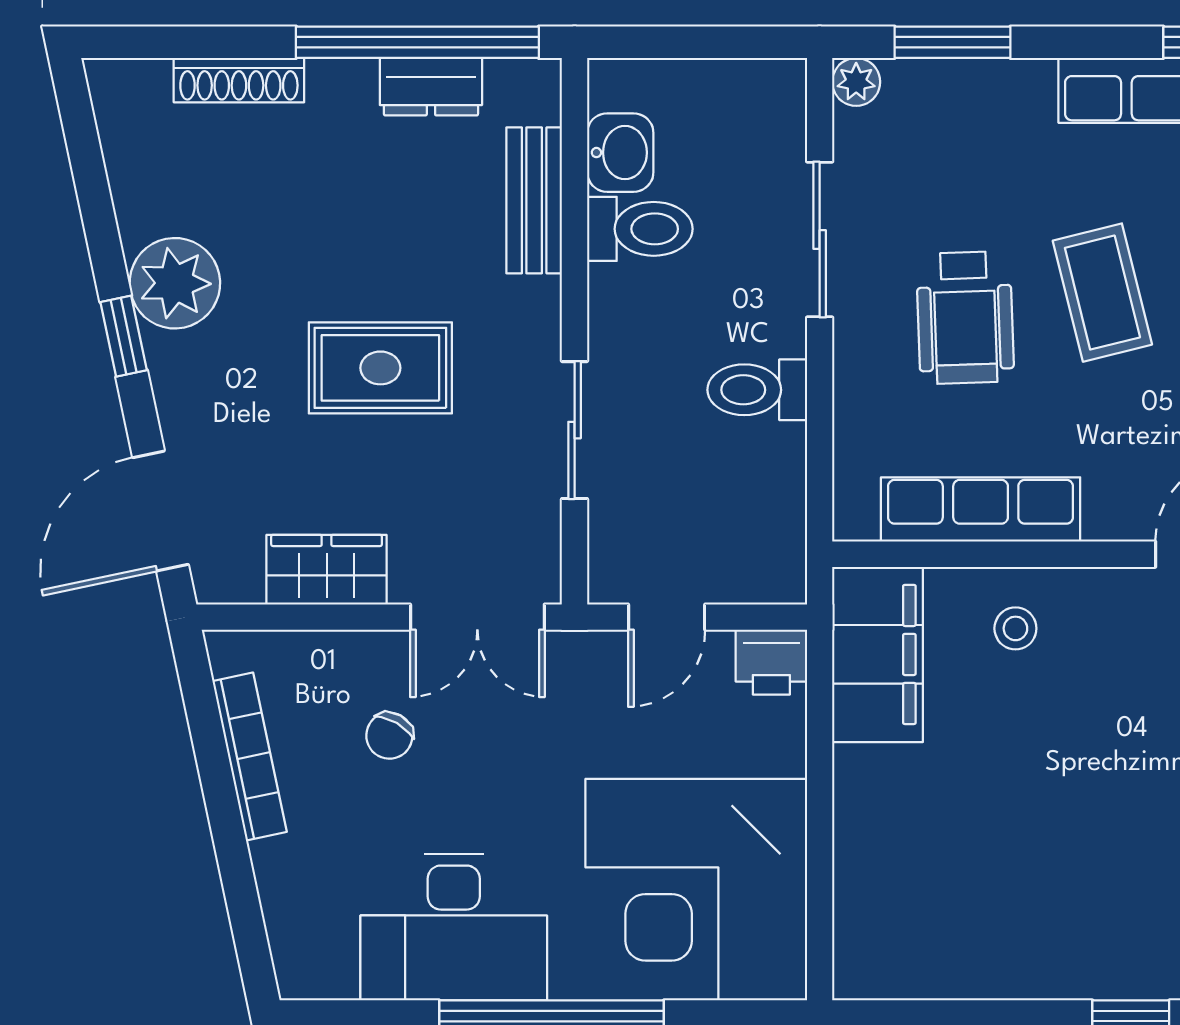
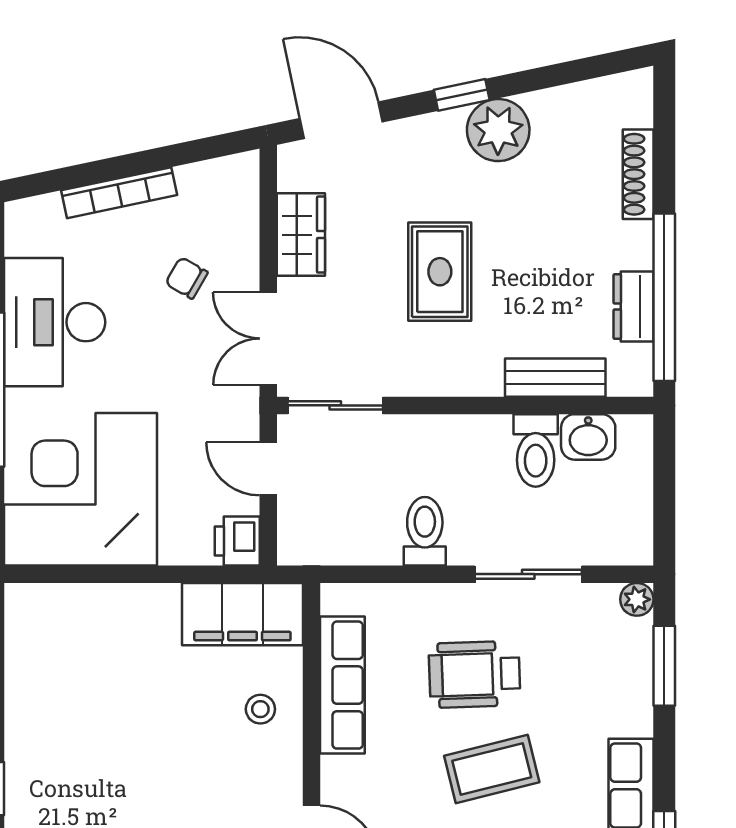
sliding door: (575, 430) -> (335, 405), moved
bookcase: (250, 757) -> (119, 193), moved

